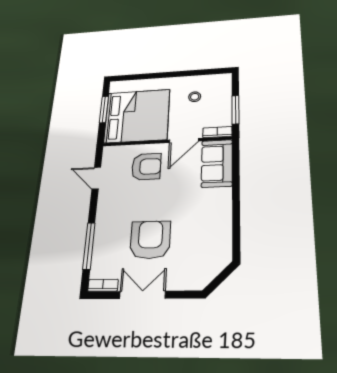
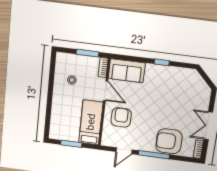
bed: (137, 116) -> (91, 122), width x0.49
window: (236, 209) -> (162, 62), added
armchair: (150, 240) -> (169, 141), moved
window: (89, 246) -> (154, 155), moved

